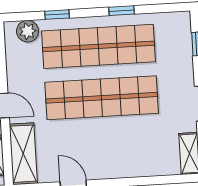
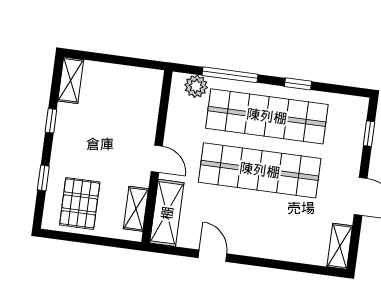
window: (57, 15) -> (230, 75), width x2.17

